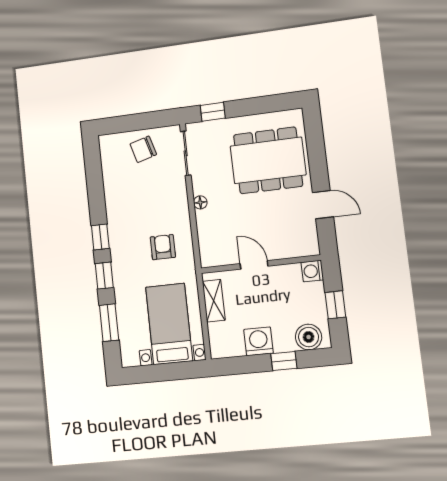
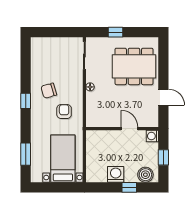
window: (213, 112) -> (115, 32), moved
chair: (143, 149) -> (49, 91), moved
door: (254, 265) -> (129, 129), moved
window: (104, 276) -> (26, 125), removed
shelving: (214, 301) -> (92, 147), removed

